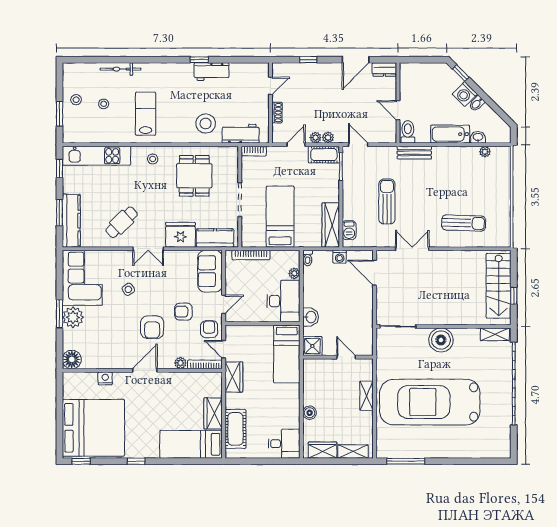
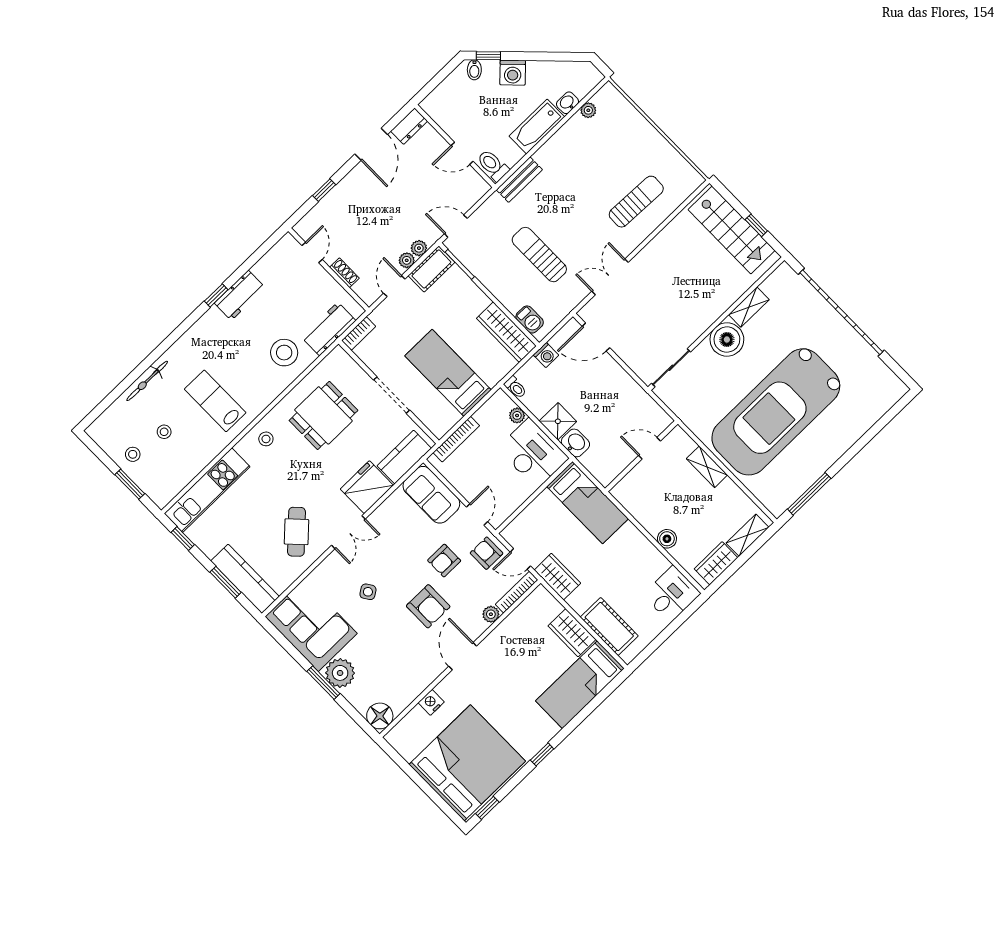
bidet: (477, 104) -> (474, 70), moved
dining table: (194, 176) -> (323, 415), turned 90
shelving: (495, 334) -> (749, 307), moved
shower: (312, 346) -> (558, 421), moved

